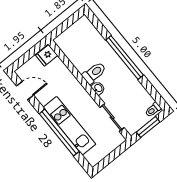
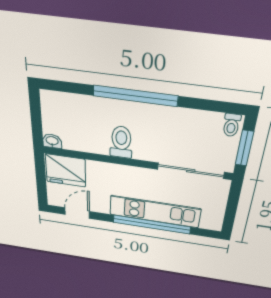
fridge: (47, 55) -> (66, 171), width x1.88, depth x1.34
washbasin: (98, 88) -> (52, 141), moved
sliding door: (112, 118) -> (191, 171), width x1.37

